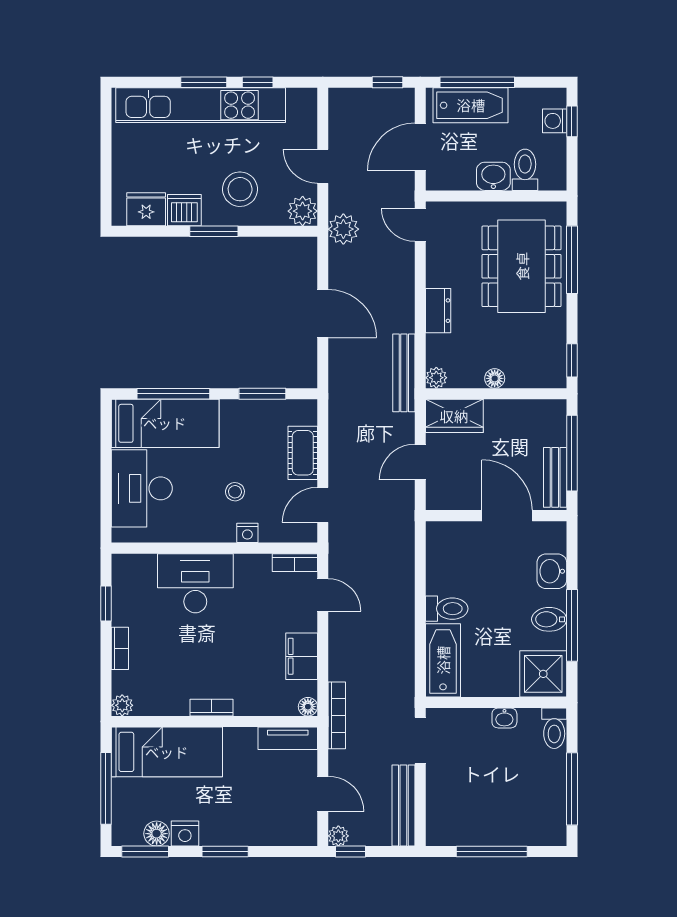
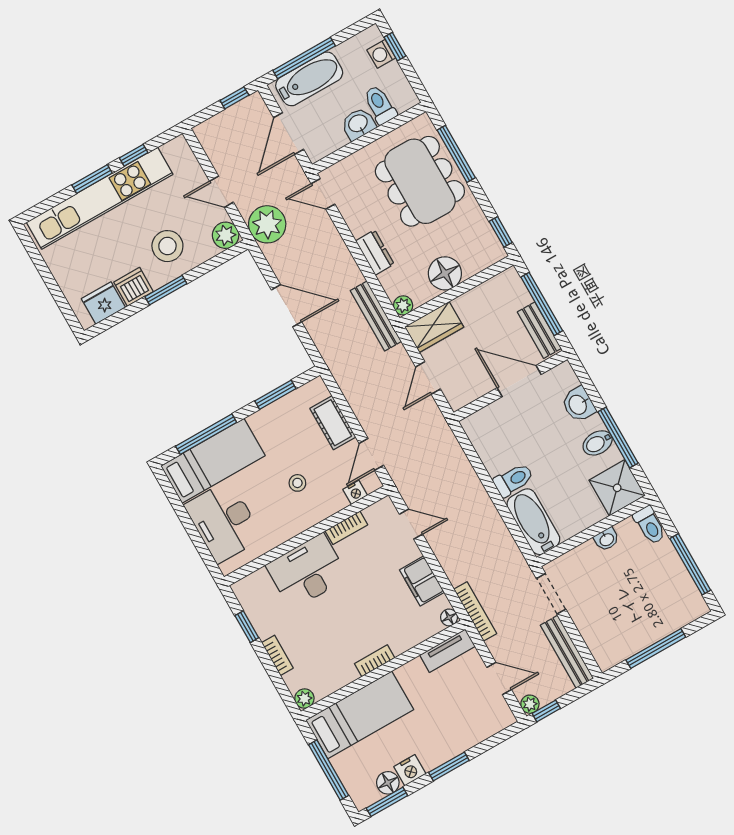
plant: (343, 229) -> (267, 224), width x1.36, depth x1.36
floor lamp: (495, 378) -> (445, 273), width x1.89, depth x1.89
nightstand: (247, 533) -> (355, 492), moved
bookcase: (295, 563) -> (346, 528), moved

